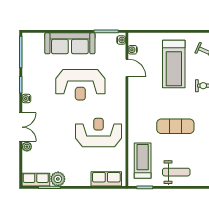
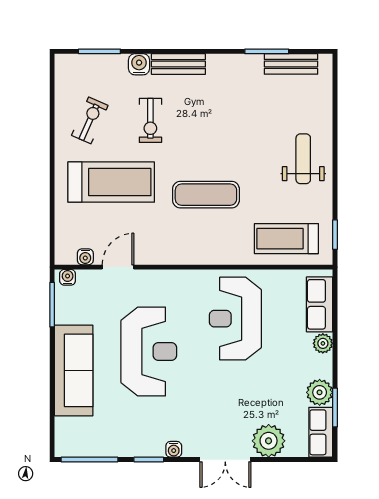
exercise mat: (175, 126) -> (206, 195), moved, turned 90
double door: (21, 127) -> (225, 460), swing flipped
plant: (27, 147) -> (269, 441), width x1.88, depth x1.88
weight bench: (176, 172) -> (303, 159), moved
plant: (85, 181) -> (323, 343), added

